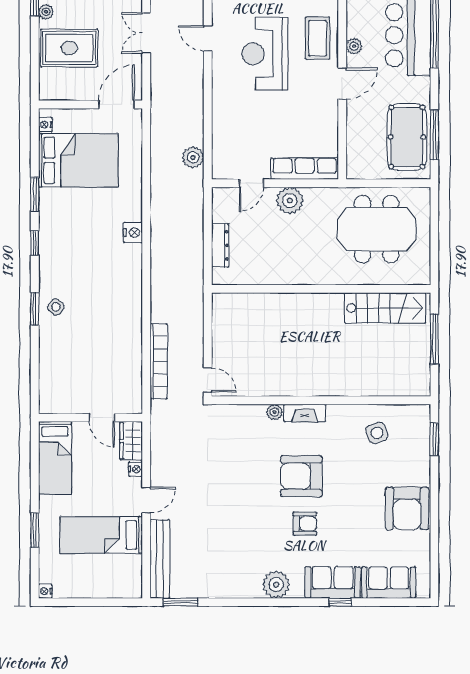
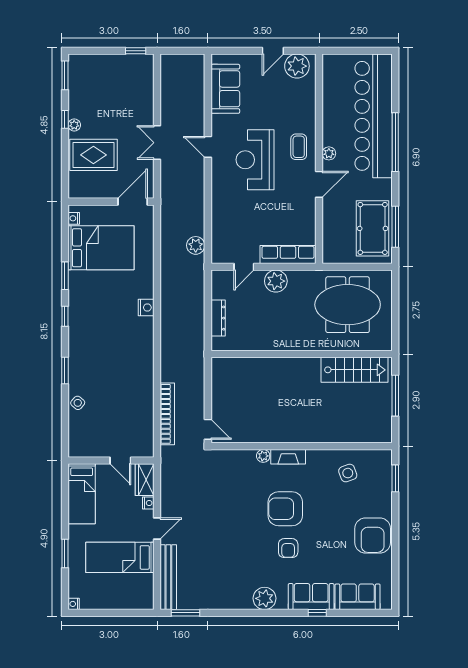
coffee table: (318, 38) -> (299, 147), width x0.73, depth x0.77
side table: (56, 307) -> (78, 403), moved
armchair: (305, 524) -> (288, 548), turned 90

